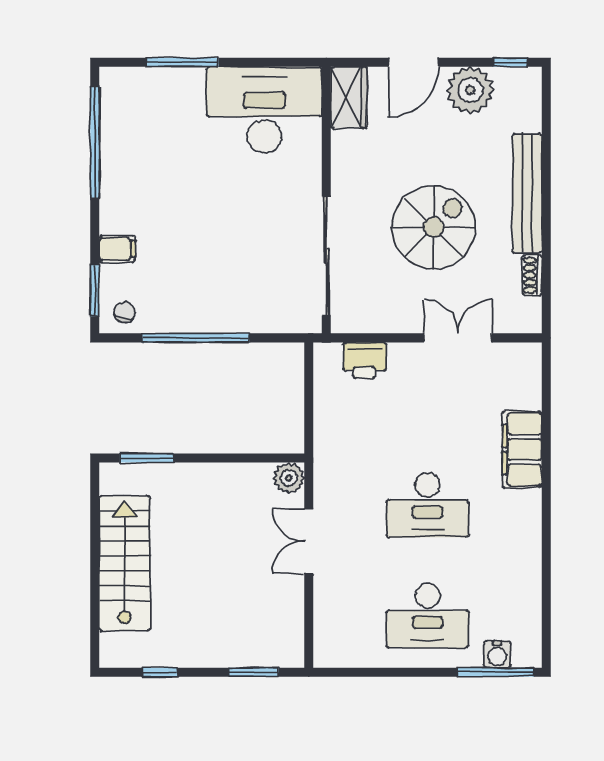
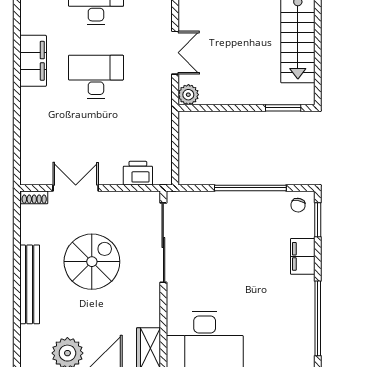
spiral stairs: (434, 227) -> (92, 262), turned 180
filing cabinet: (117, 249) -> (303, 256), width x2.00
shoe rack: (532, 275) -> (34, 197), moved, turned 90
double door: (458, 338) -> (76, 188), swing flipped
filing cabinet: (522, 449) -> (33, 61), moved

